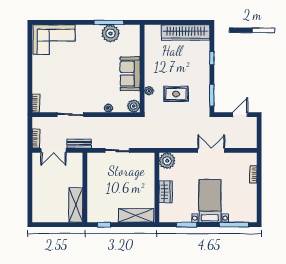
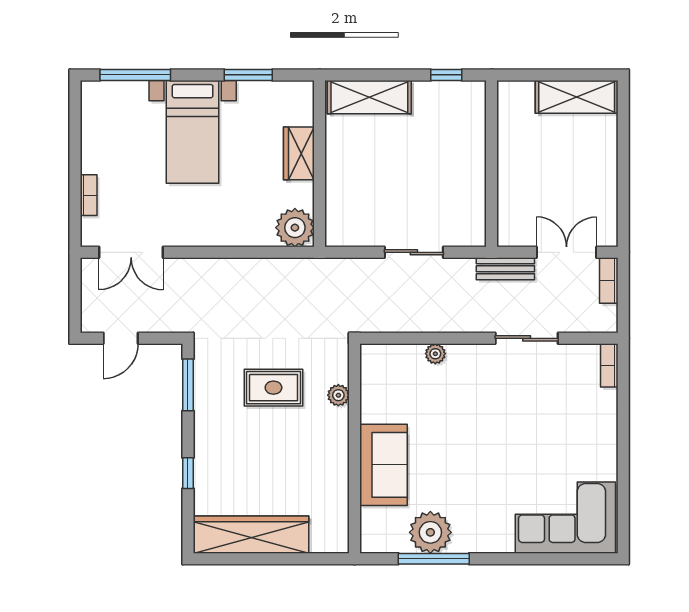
sofa: (130, 74) -> (383, 465), moved
plant: (134, 106) -> (375, 359), removed
double door: (211, 150) -> (131, 252), moved
shelving: (76, 205) -> (577, 97), moved, turned 90

